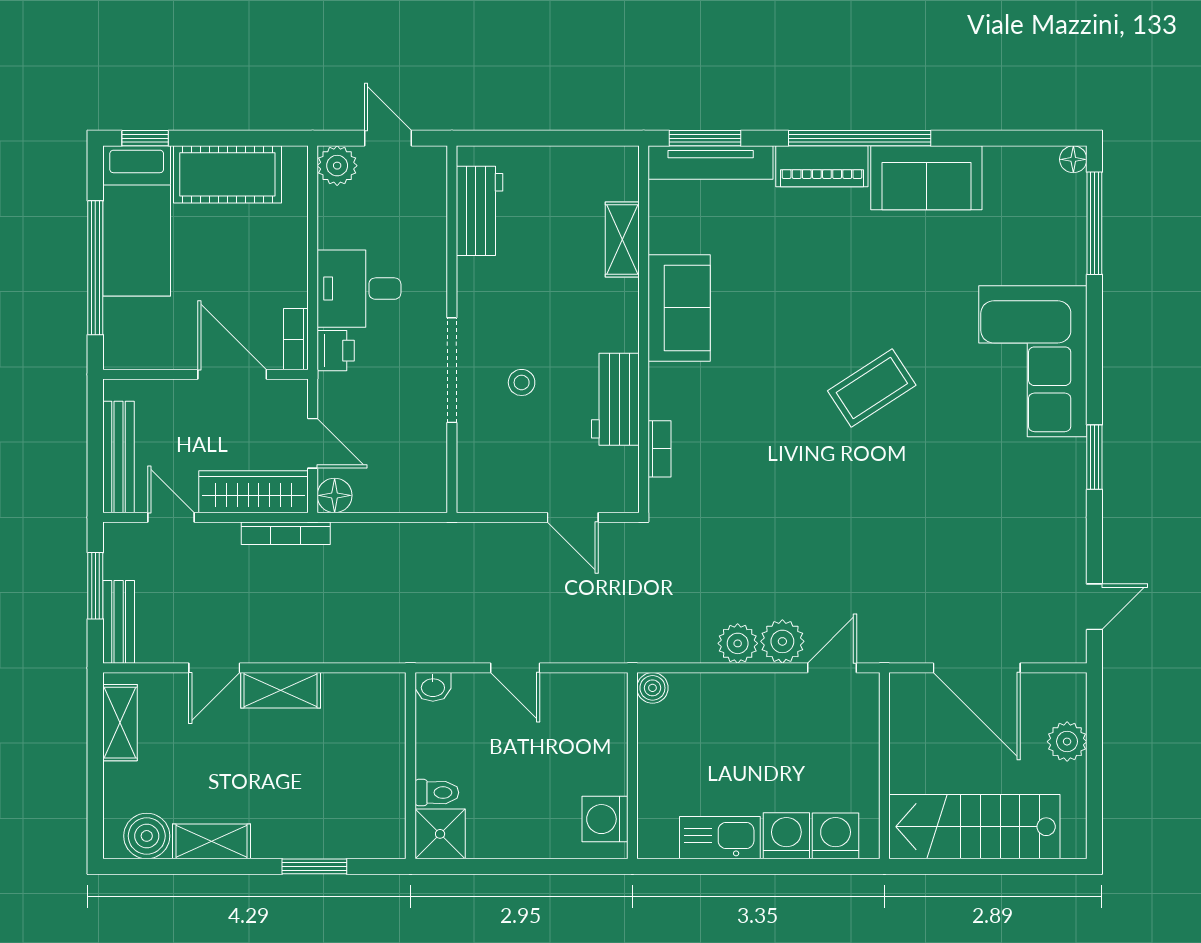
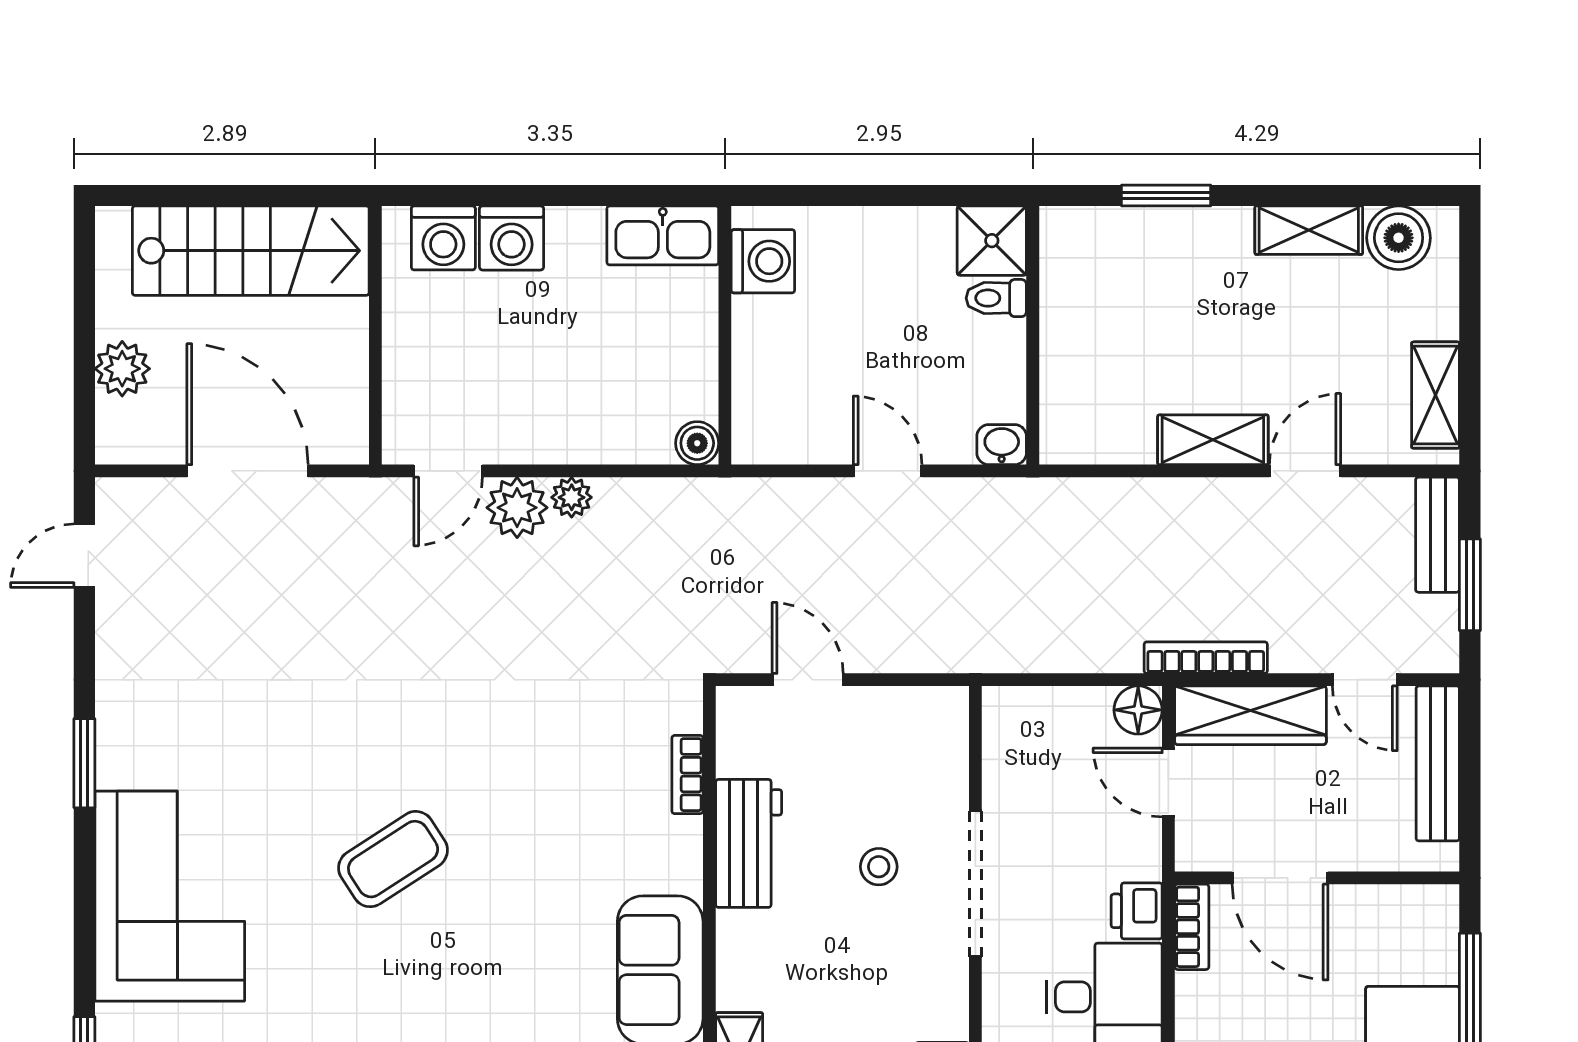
plant: (738, 643) -> (572, 497), width x0.73, depth x0.73
kitchen sink: (720, 838) -> (663, 235), moved

